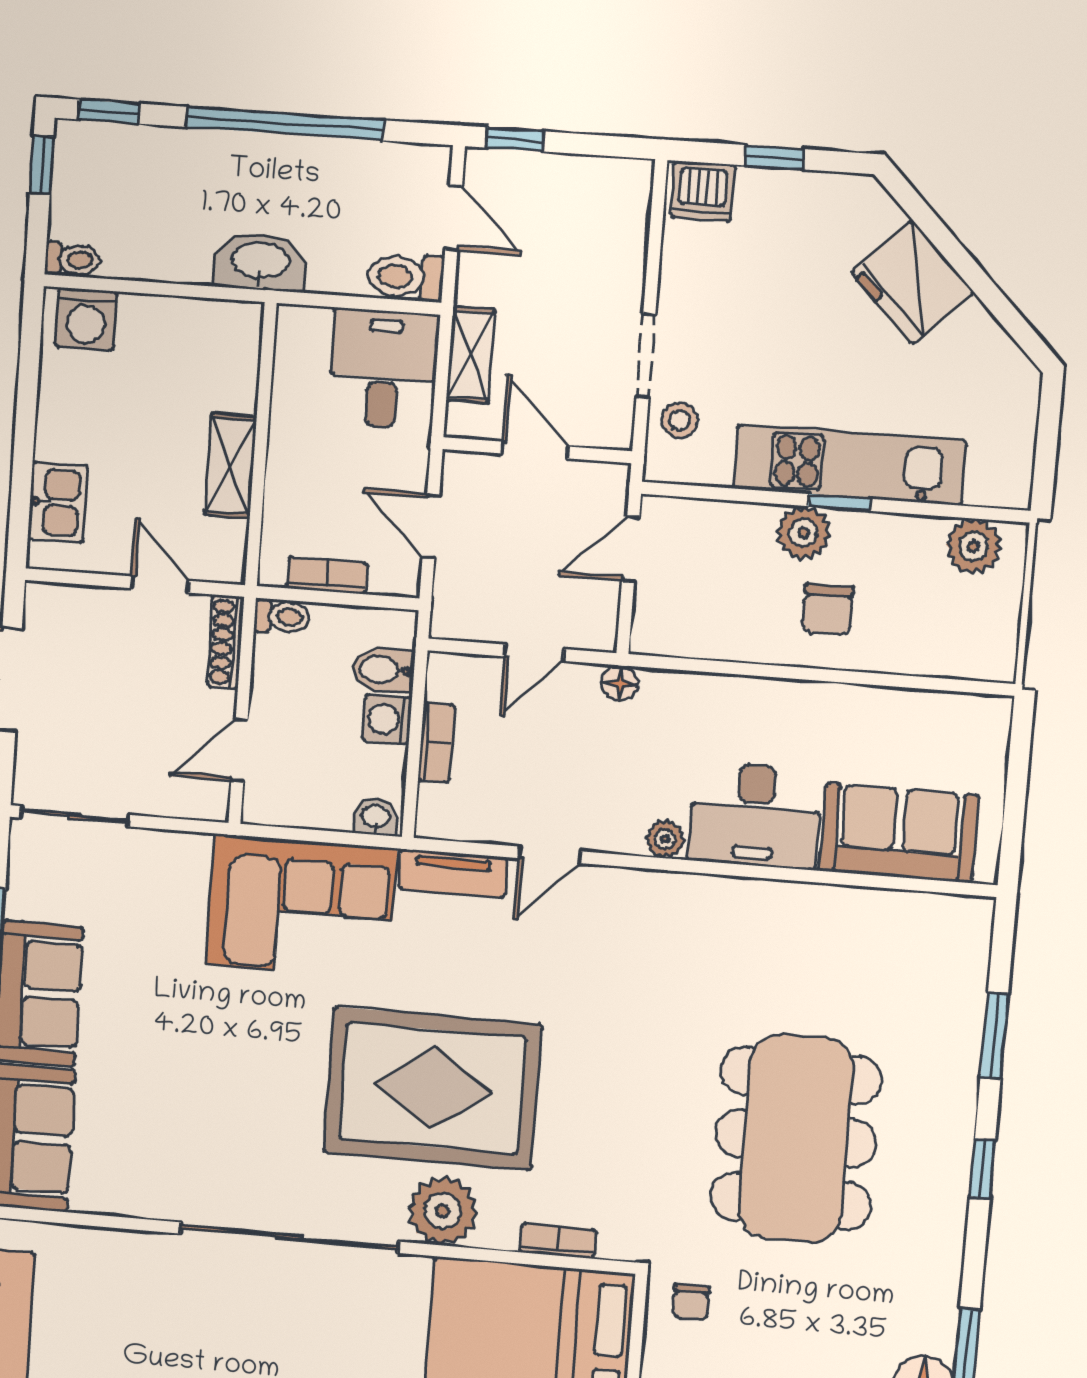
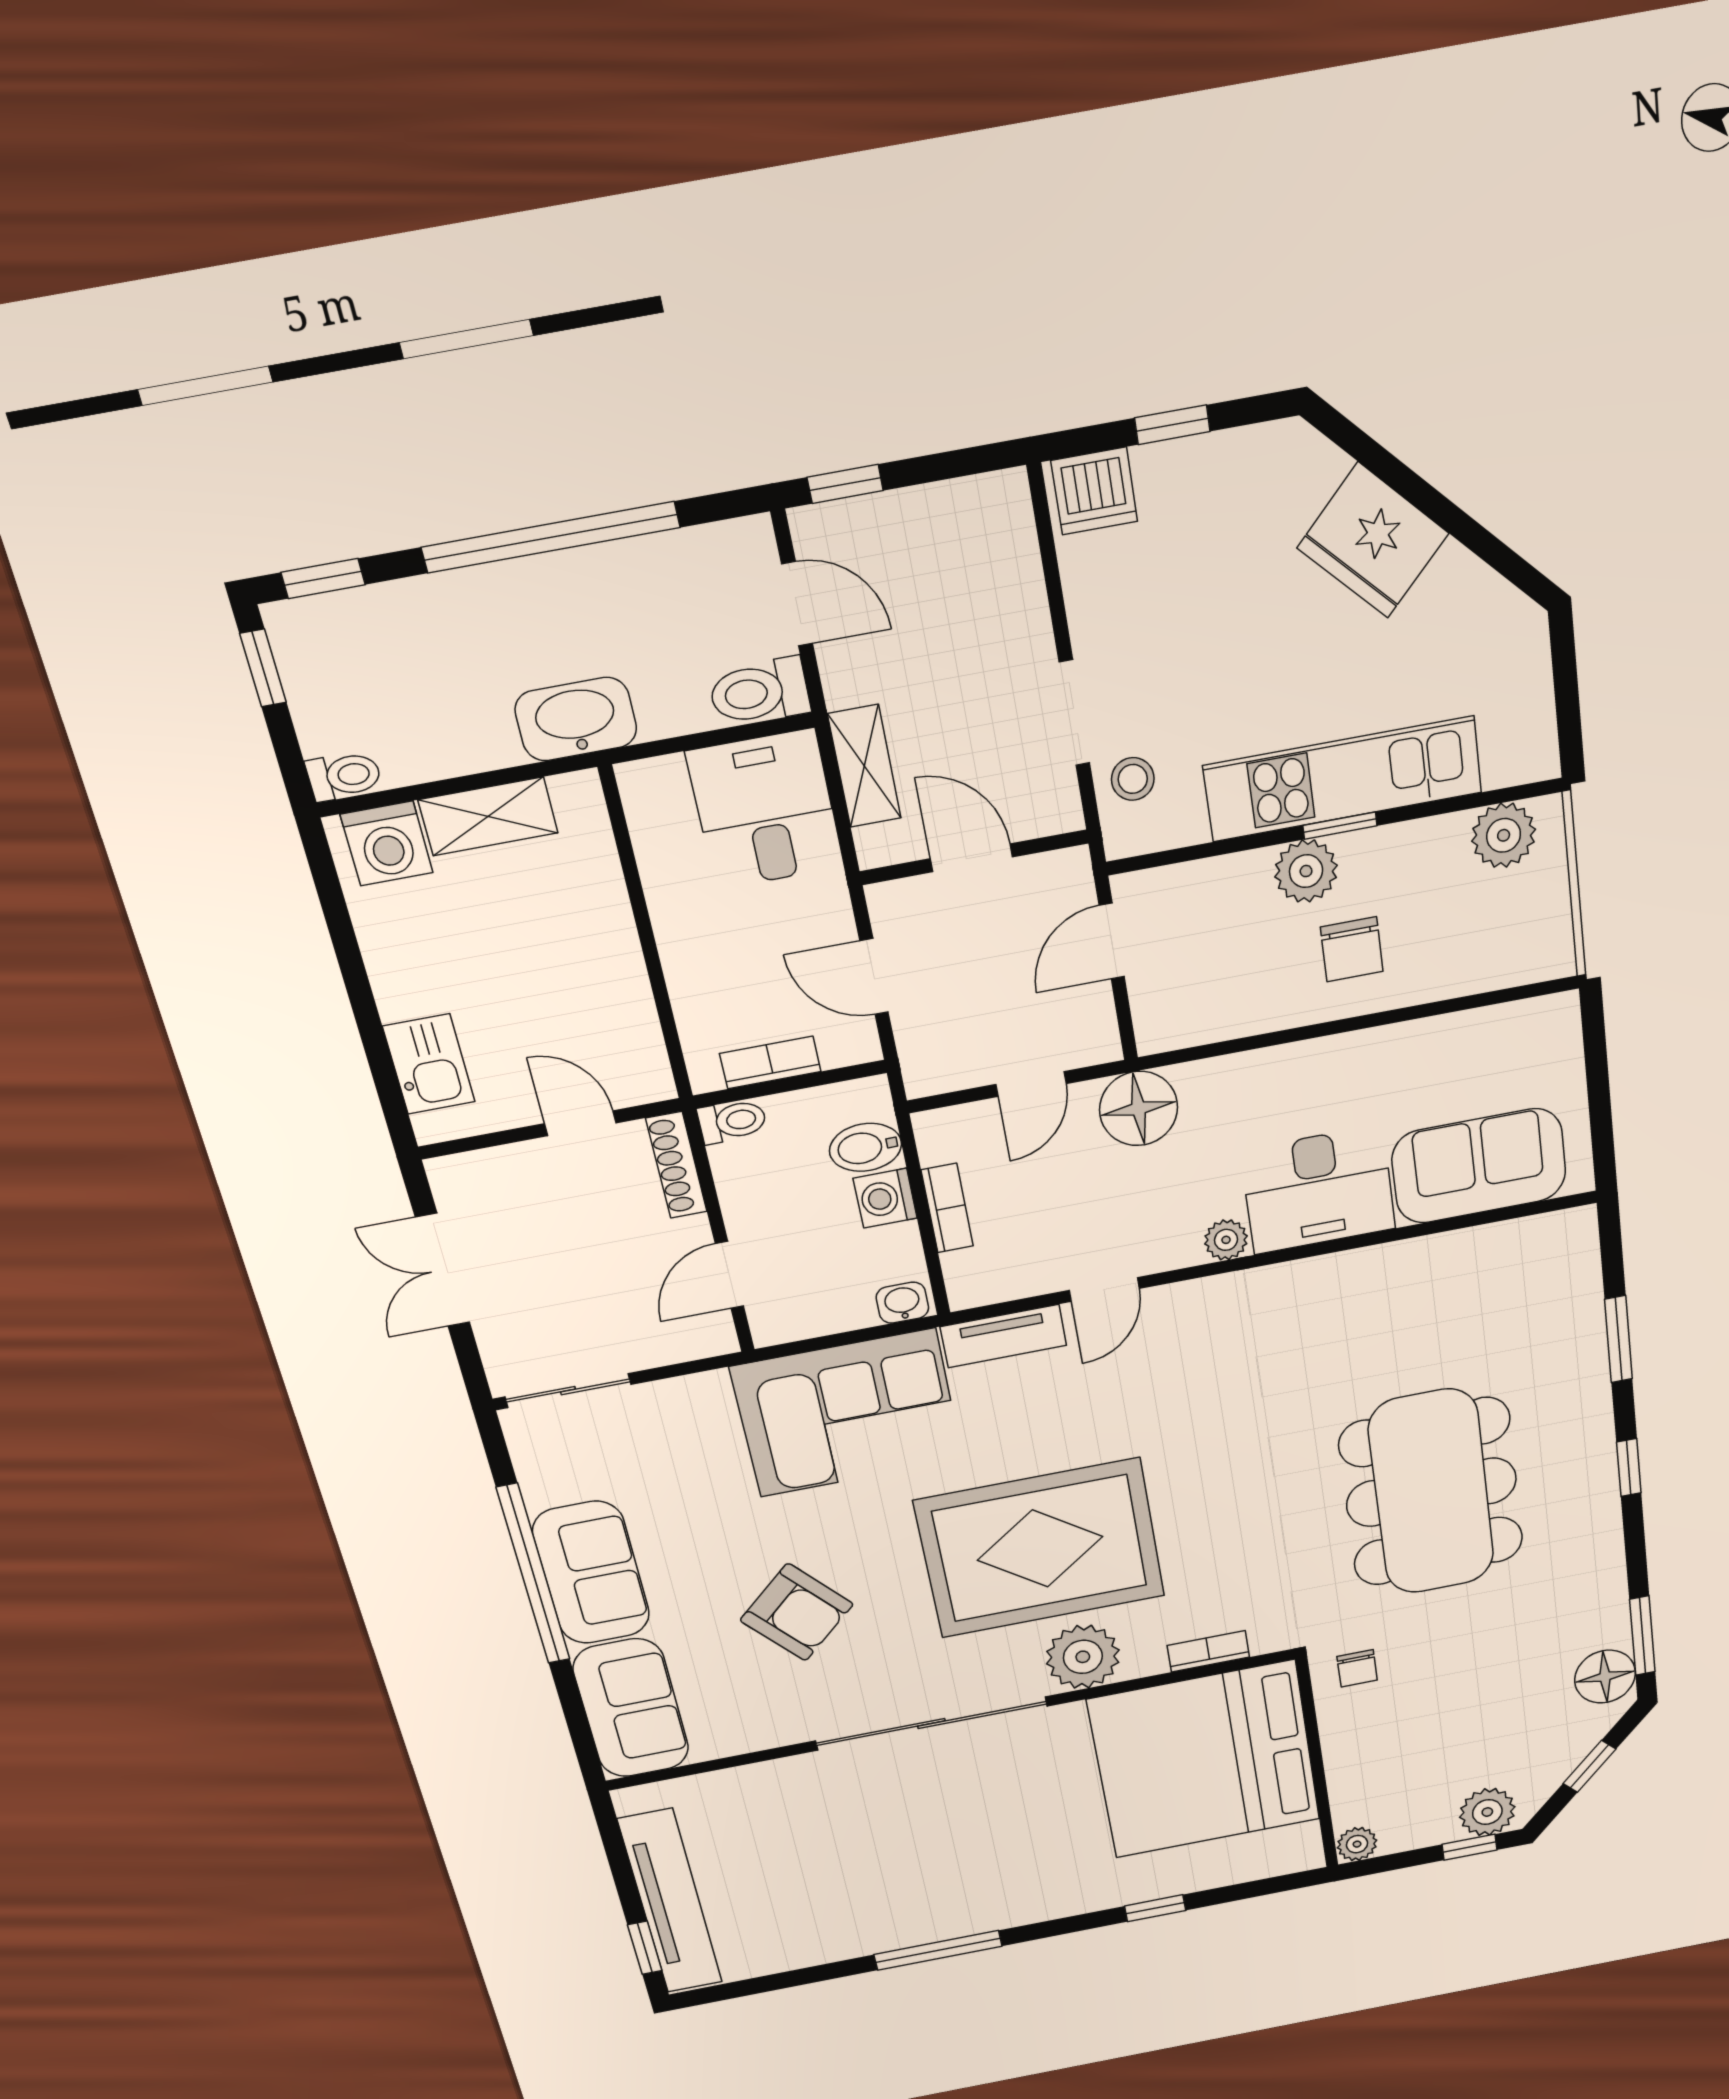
shelving: (231, 466) -> (488, 816), moved, turned 90
floor lamp: (620, 683) -> (1139, 1109), width x1.89, depth x1.89
armchair: (202, 1086) -> (797, 1612), added

